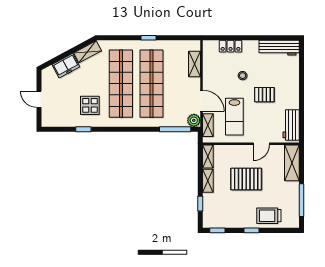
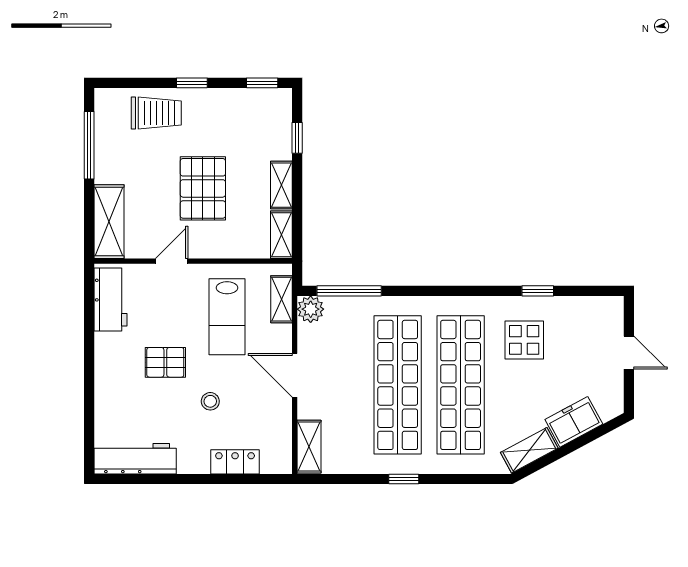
shelving: (195, 64) -> (309, 447), moved
door: (202, 101) -> (295, 375), moved
lab bench: (234, 117) -> (227, 317), turned 180
pallet: (246, 179) -> (203, 188), turned 90

